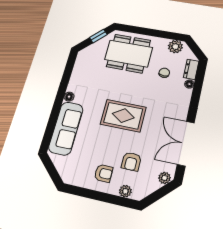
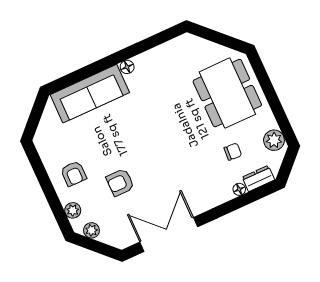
window: (98, 36) -> (224, 40), removed
rug: (123, 116) -> (150, 145), removed
armchair: (131, 162) -> (120, 182), moved
plant: (164, 178) -> (91, 230), moved

